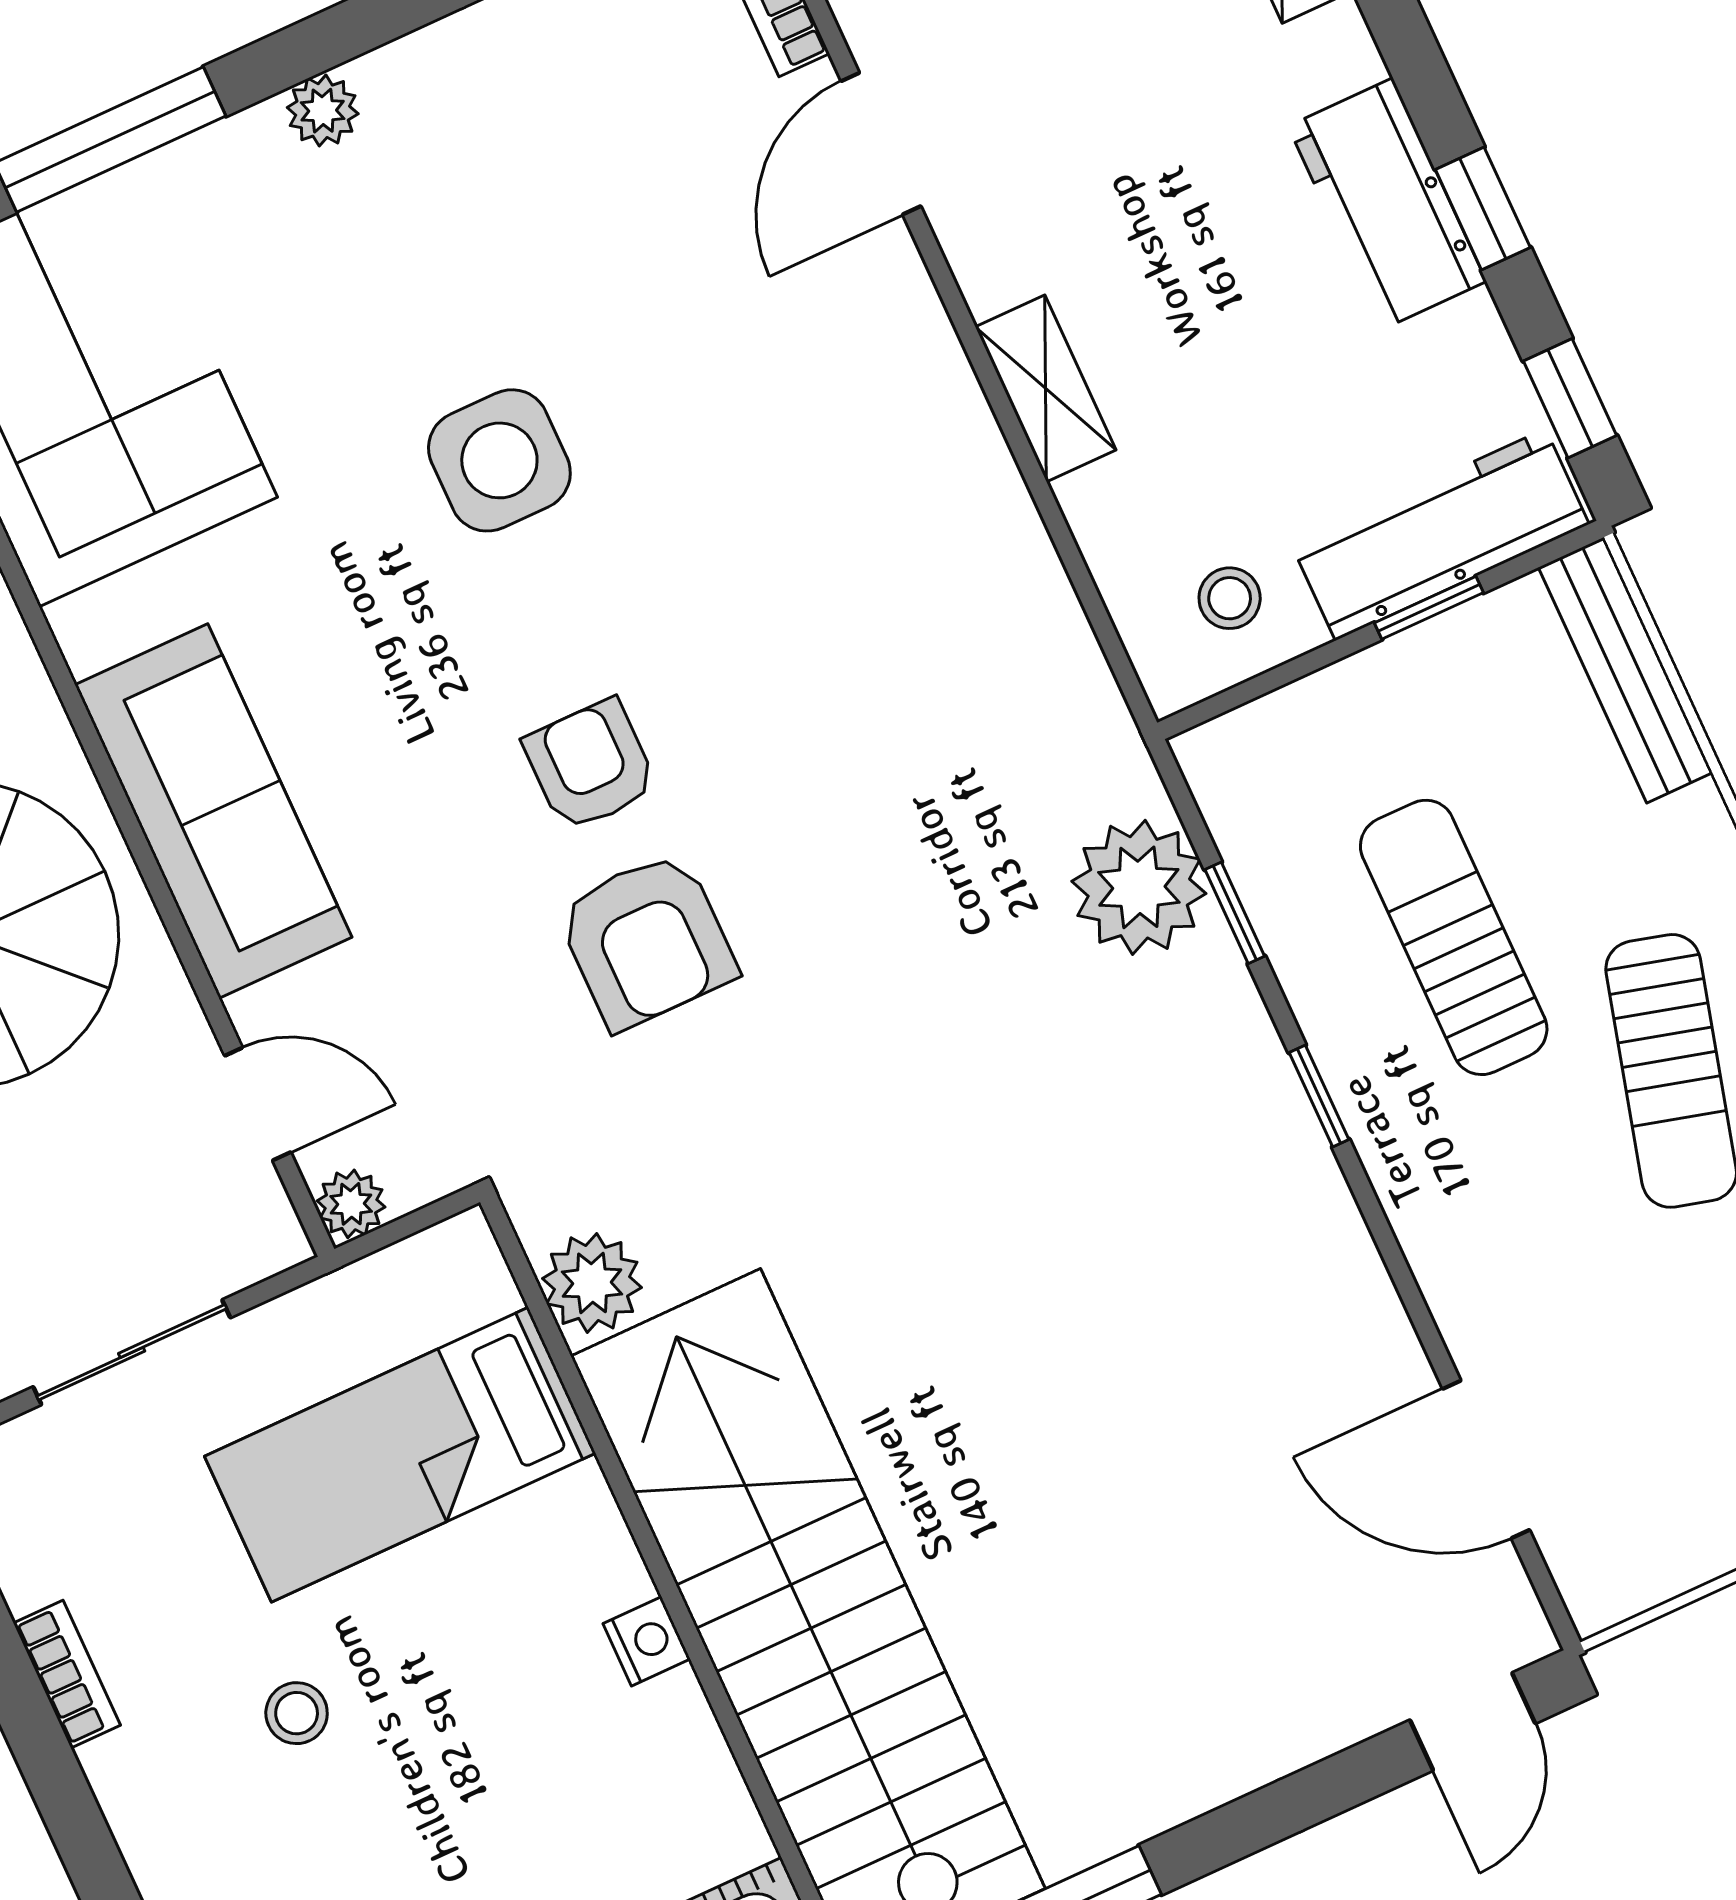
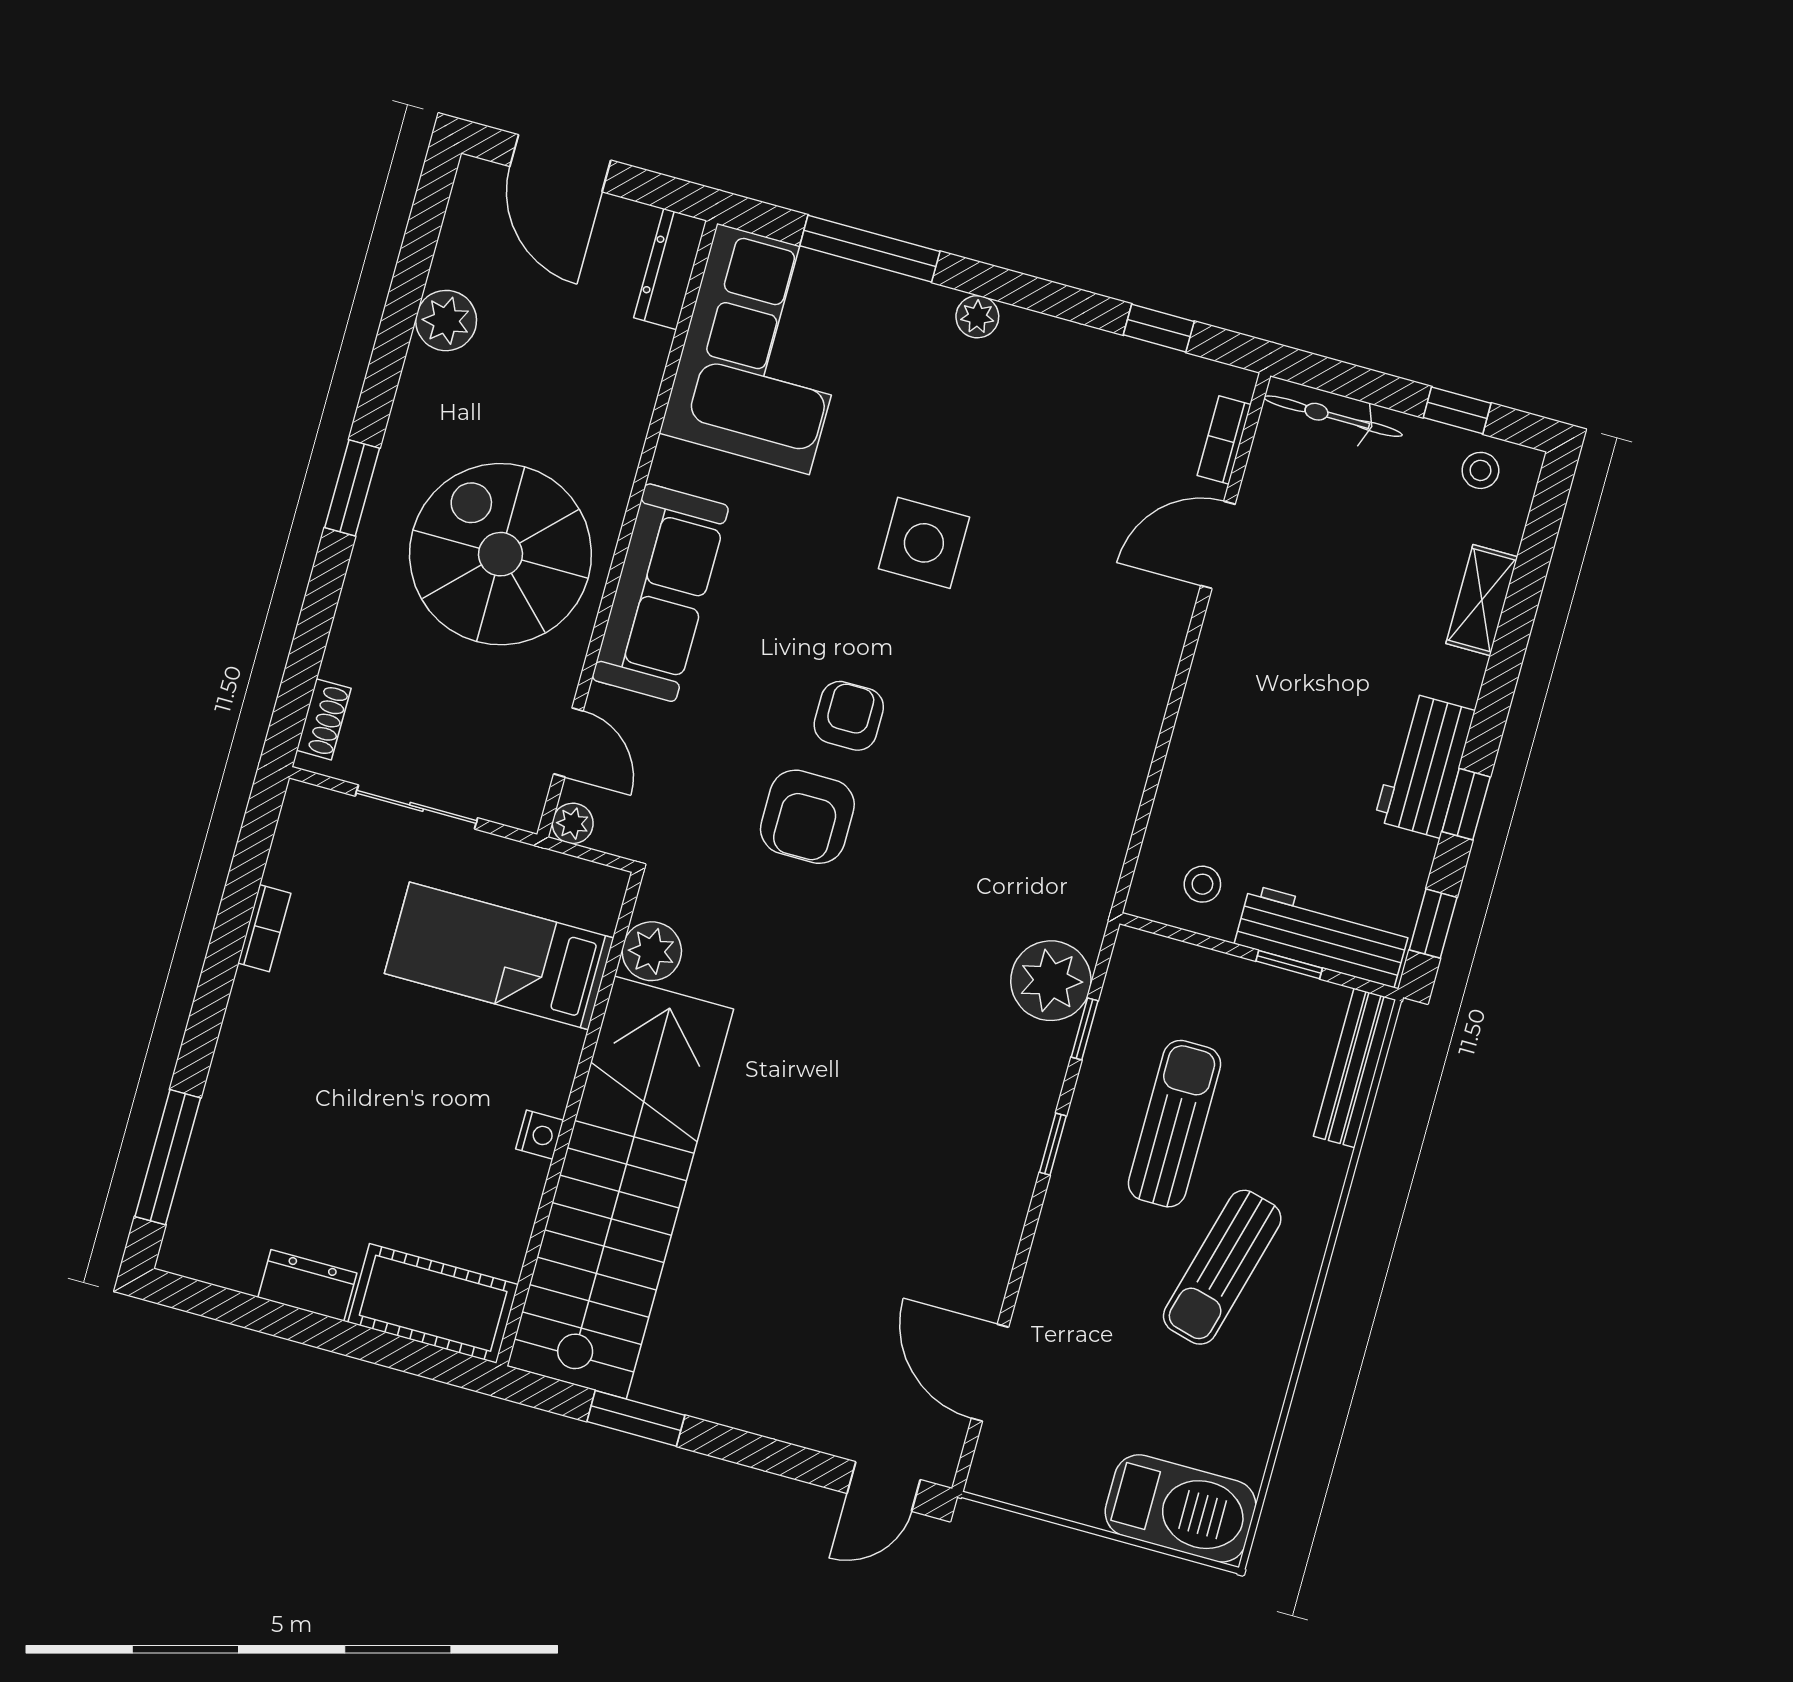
shelving: (1046, 388) -> (1199, 719), removed
stool: (297, 1713) -> (353, 1034), removed

